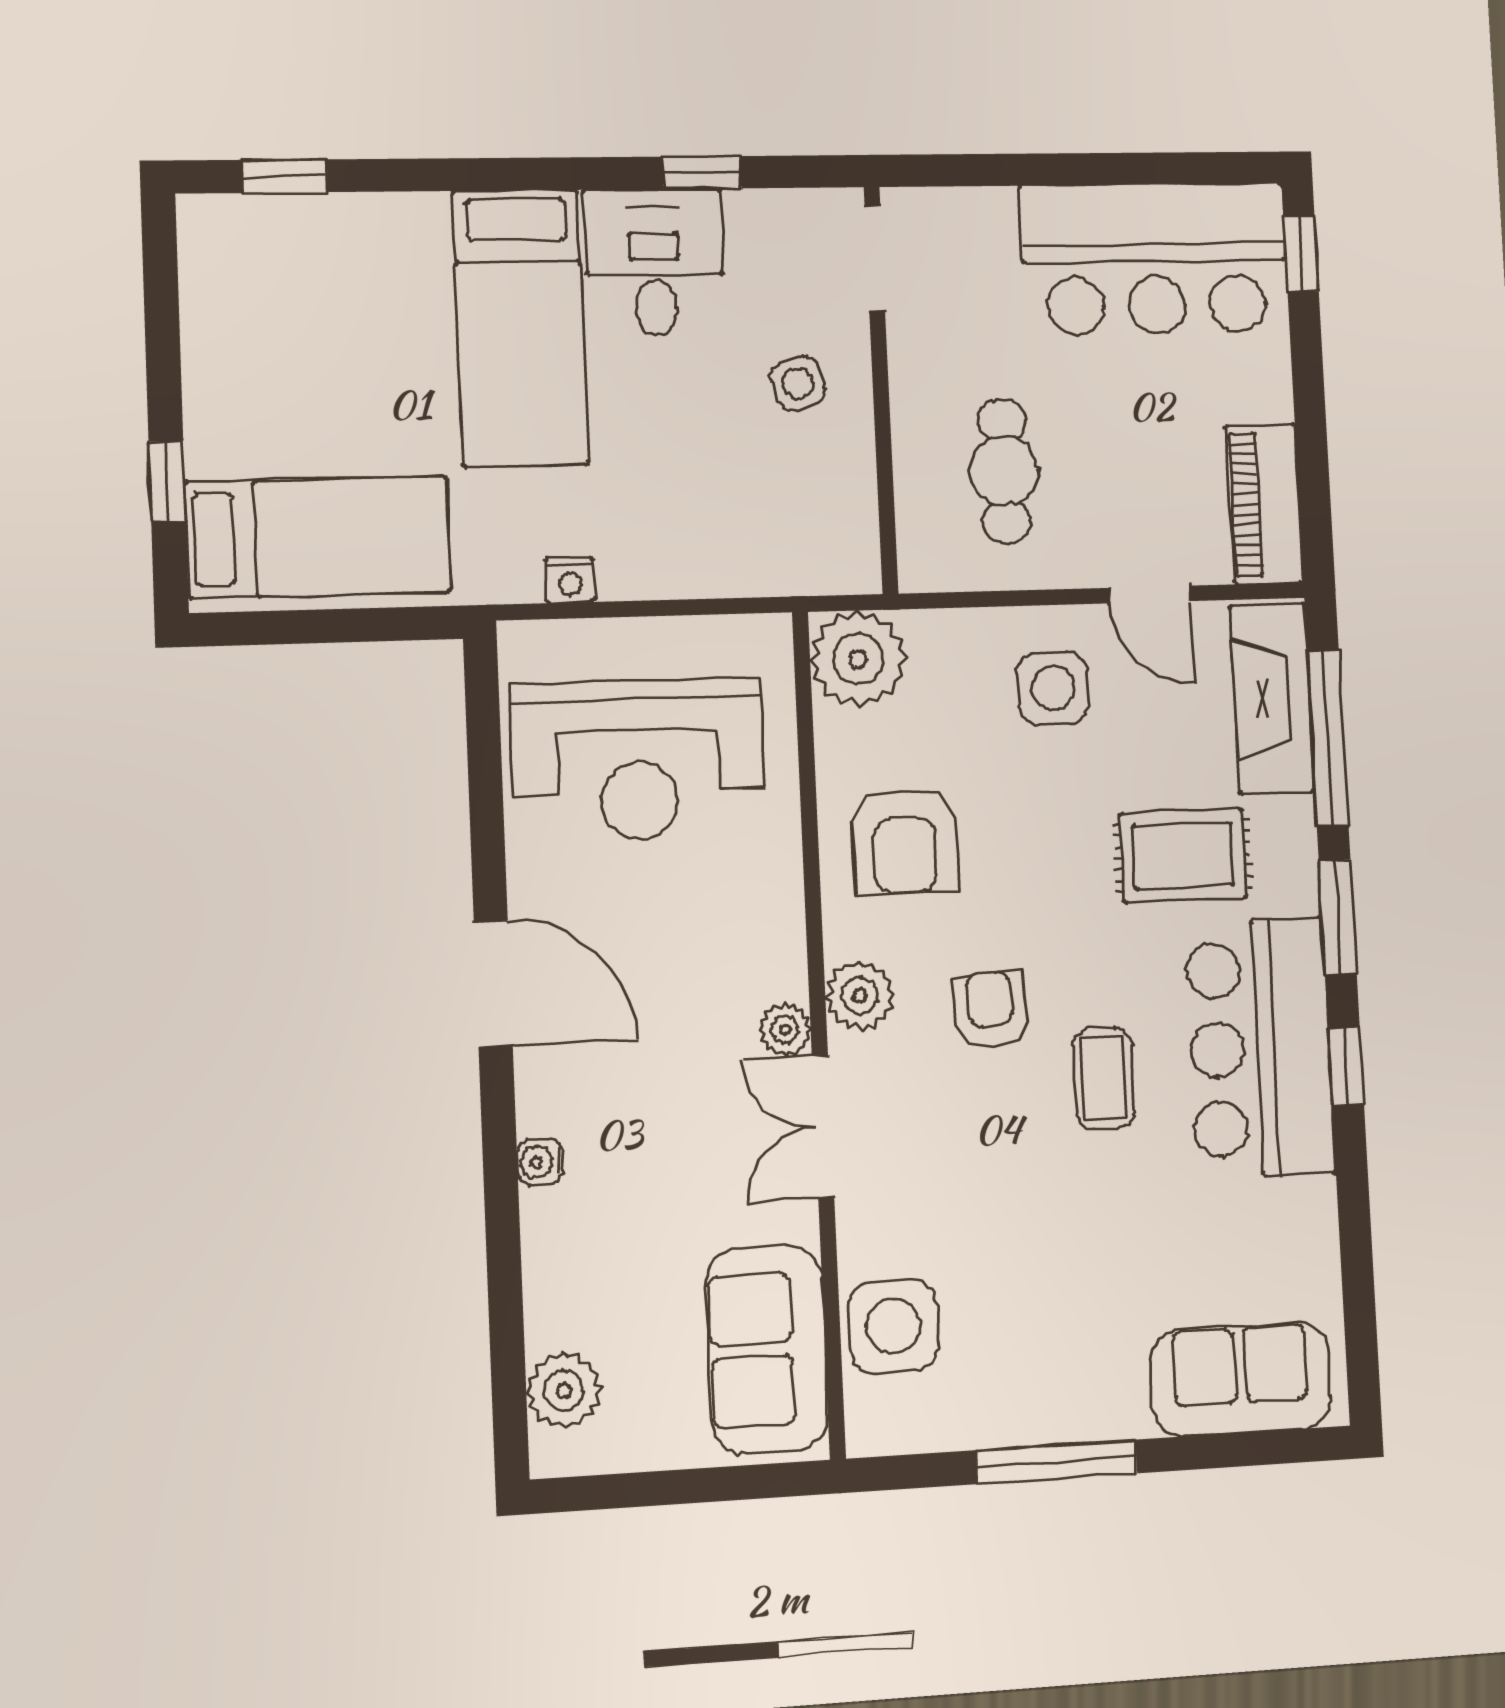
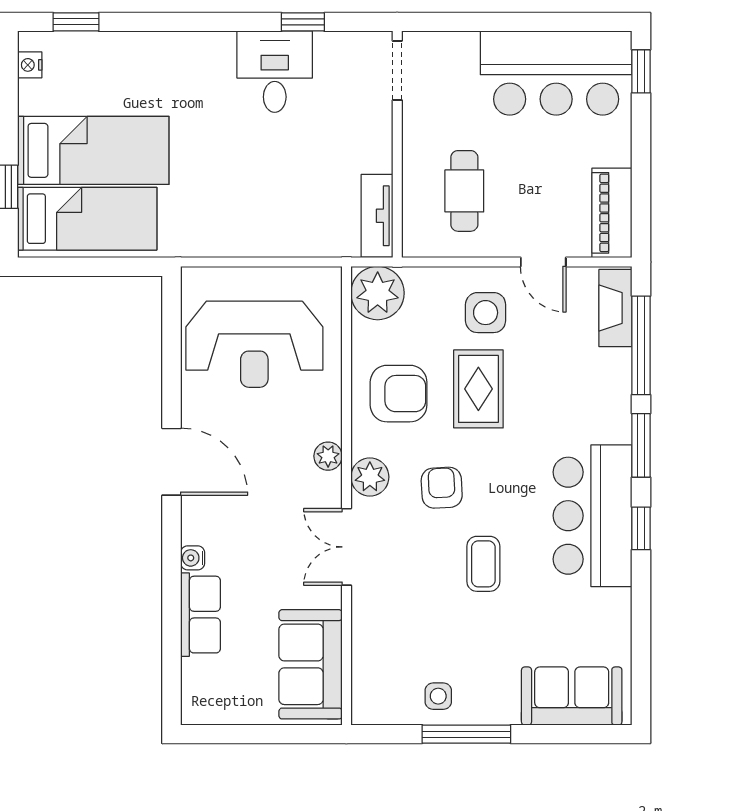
bed: (520, 328) -> (93, 150), moved, turned -90
side table: (798, 383) -> (351, 140), removed
tv unit: (851, 519) -> (377, 216), added
nightstand: (570, 580) -> (30, 65), moved, turned 90
fireplace: (1272, 699) -> (615, 308), width x0.73, depth x0.76
armchair: (904, 841) -> (399, 394), turned -90
rug: (1183, 856) -> (478, 389), moved, turned 90
plant: (785, 1030) -> (328, 456), moved
coffee table: (1104, 1078) -> (483, 564), moved
row of seats: (559, 1268) -> (200, 615), added
side table: (893, 1326) -> (438, 696), moved, width x0.54, depth x0.54
plant: (564, 1390) -> (201, 679), removed

